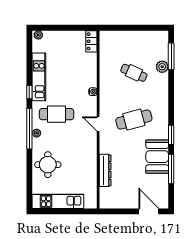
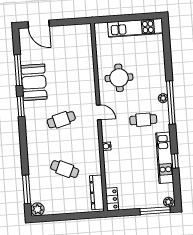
window: (51, 28) -> (155, 211), added
plant: (162, 67) -> (37, 209), moved
window: (29, 92) -> (175, 161), moved
cafe table: (57, 114) -> (143, 120), width x0.73, depth x0.74
cafe table: (134, 120) -> (61, 120), width x0.73, depth x0.74
round table: (48, 165) -> (119, 78), moved
dresser: (105, 170) -> (97, 192), moved

